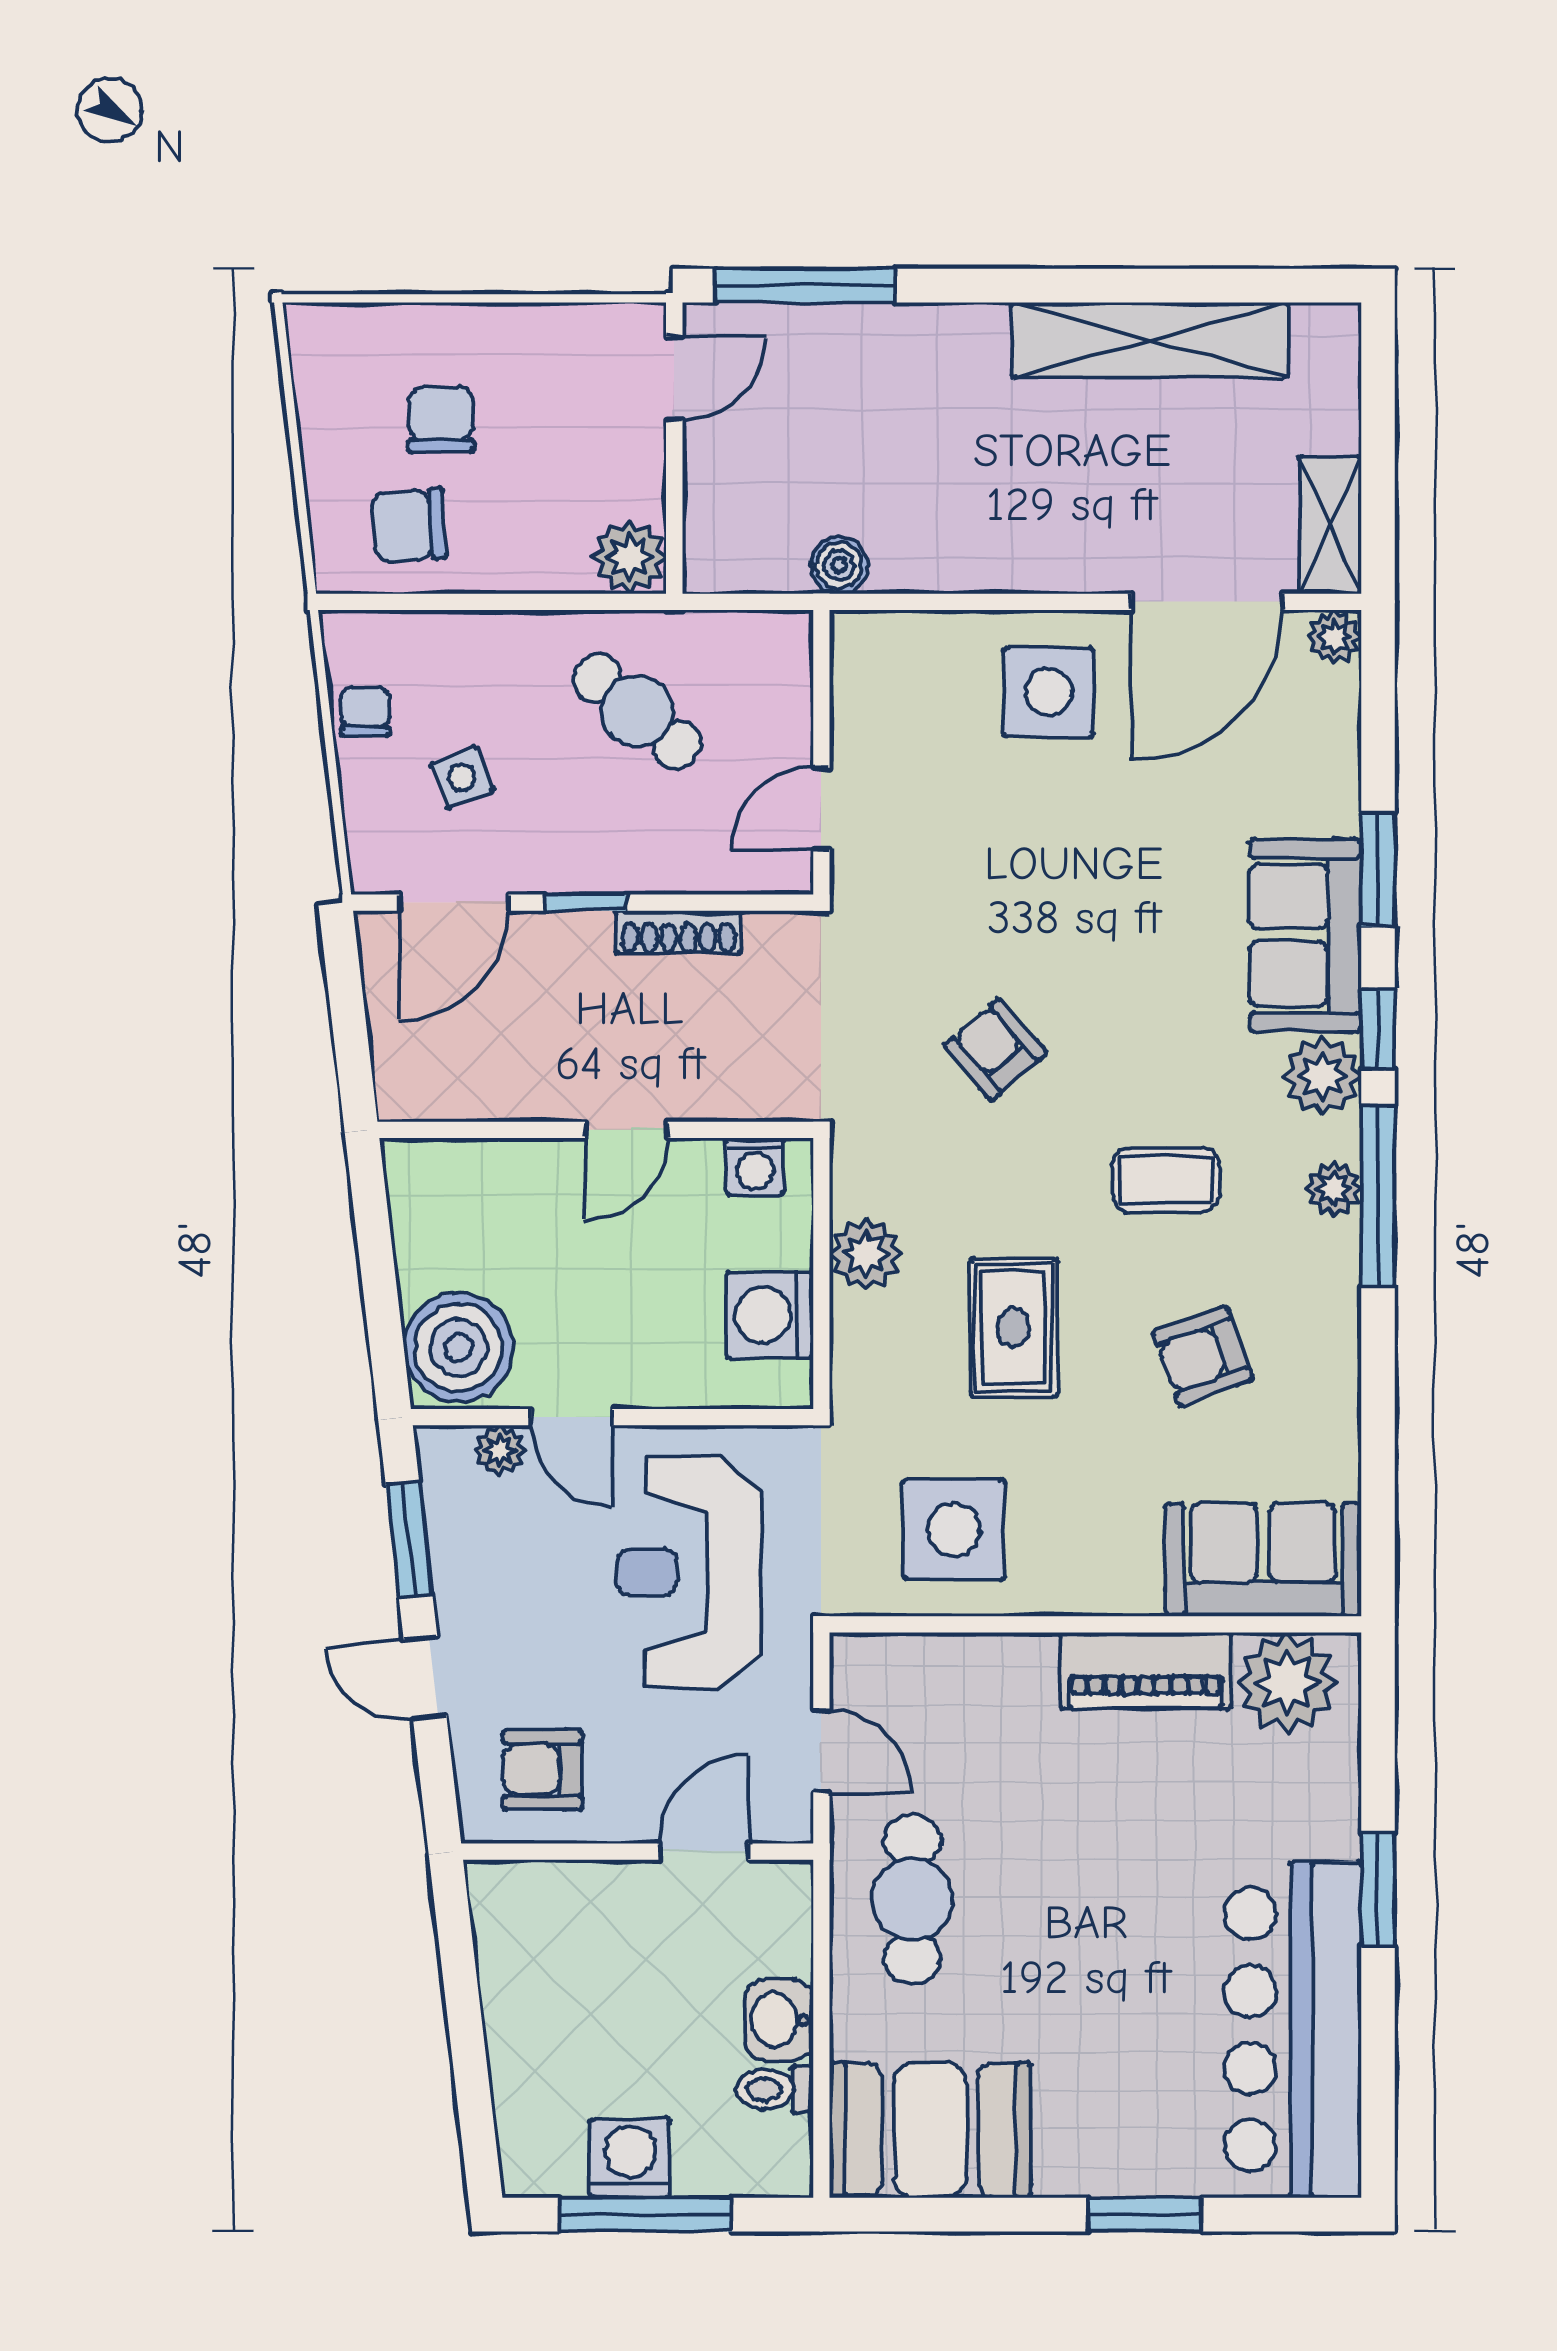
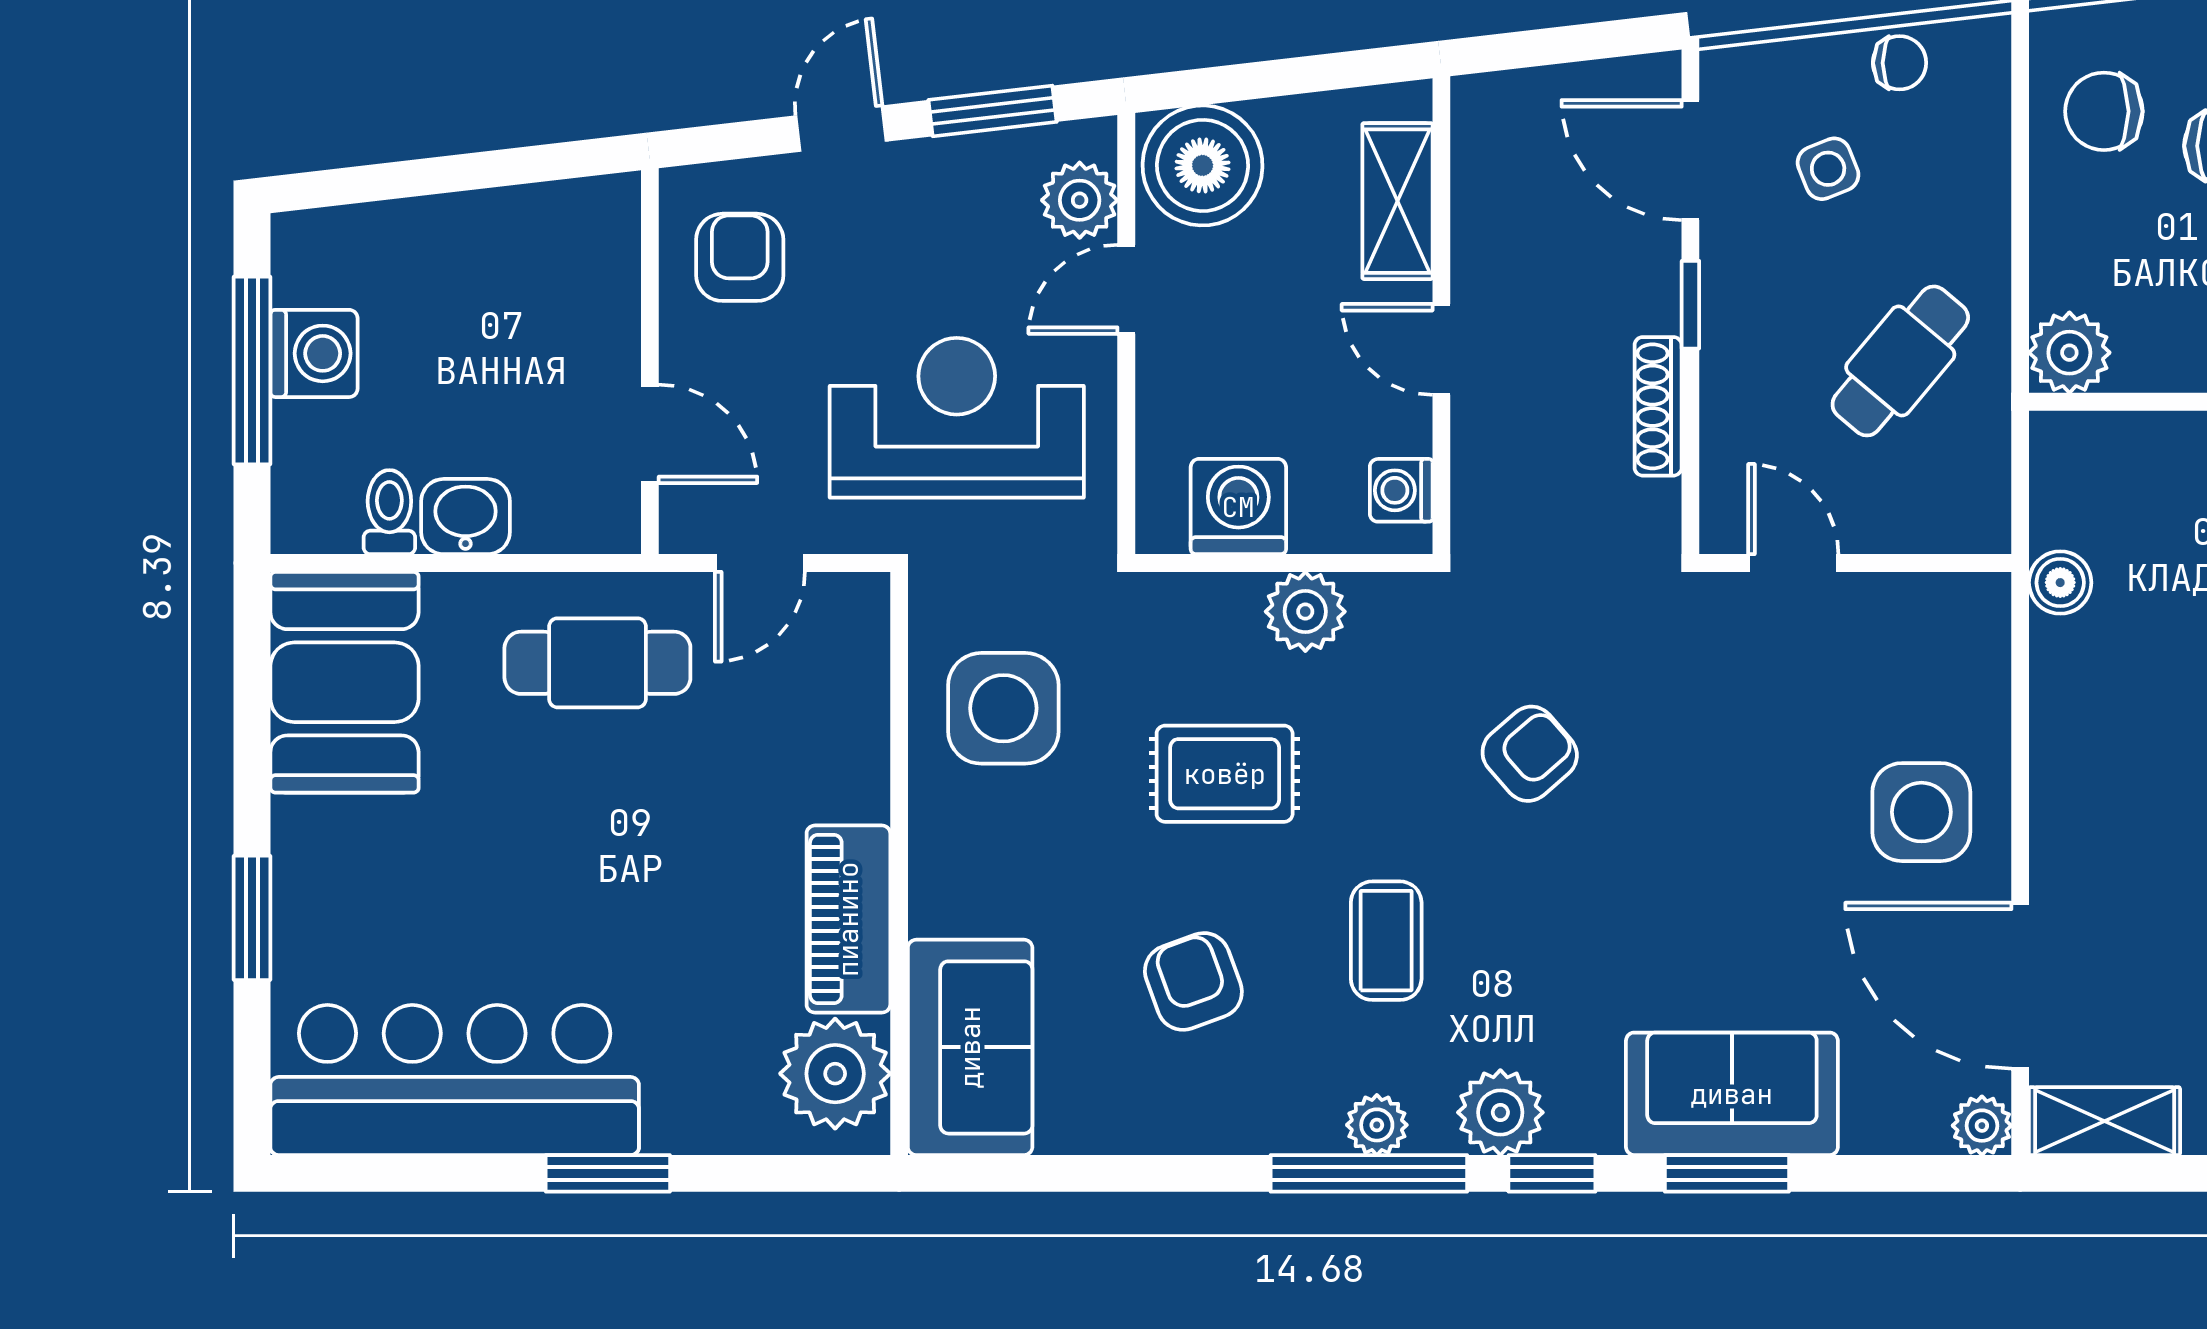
chair: (409, 525) -> (2104, 111), turned -86
sofa: (1305, 935) -> (1732, 1094), moved
shelving: (491, 1170) -> (1397, 201), added
plant: (500, 1450) -> (1080, 200), width x1.38, depth x1.38

